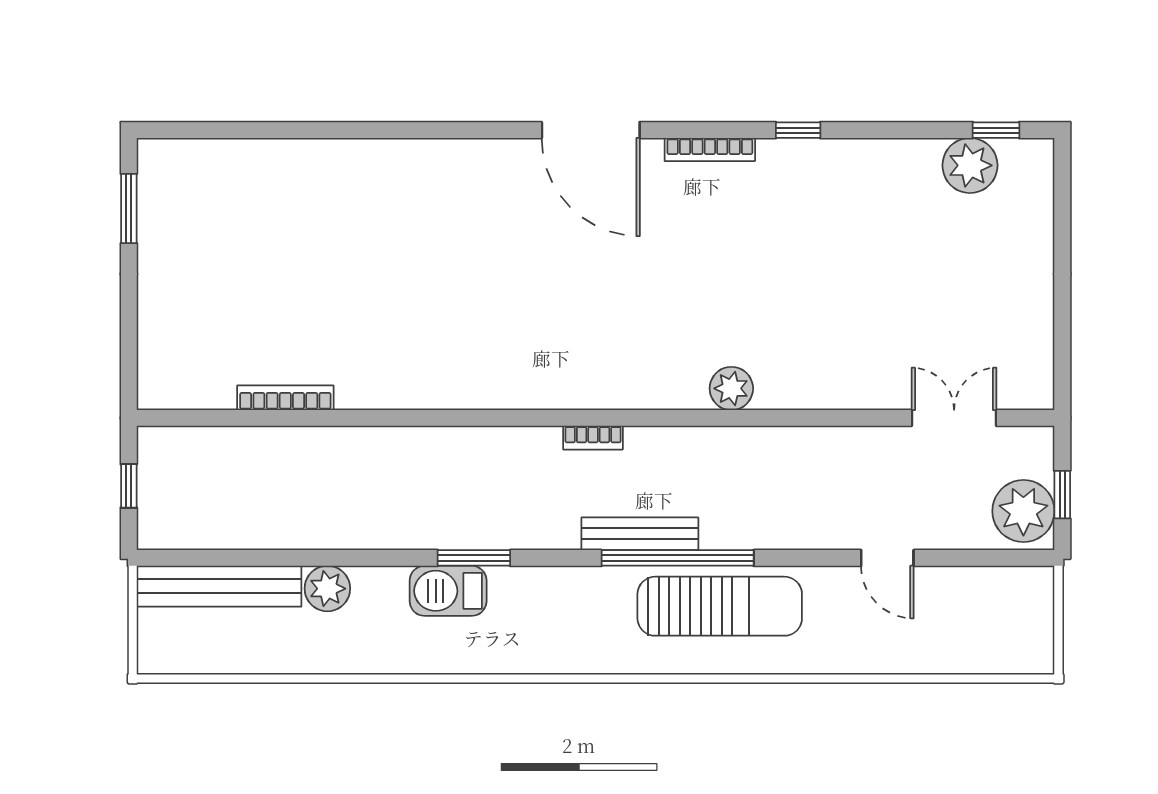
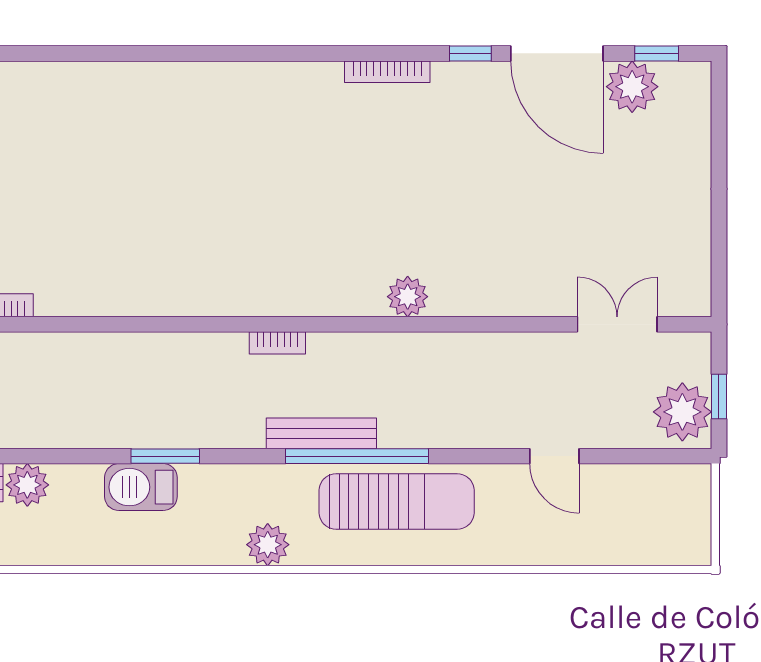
door: (591, 130) -> (557, 53), moved
plant: (583, 652) -> (268, 545), added

